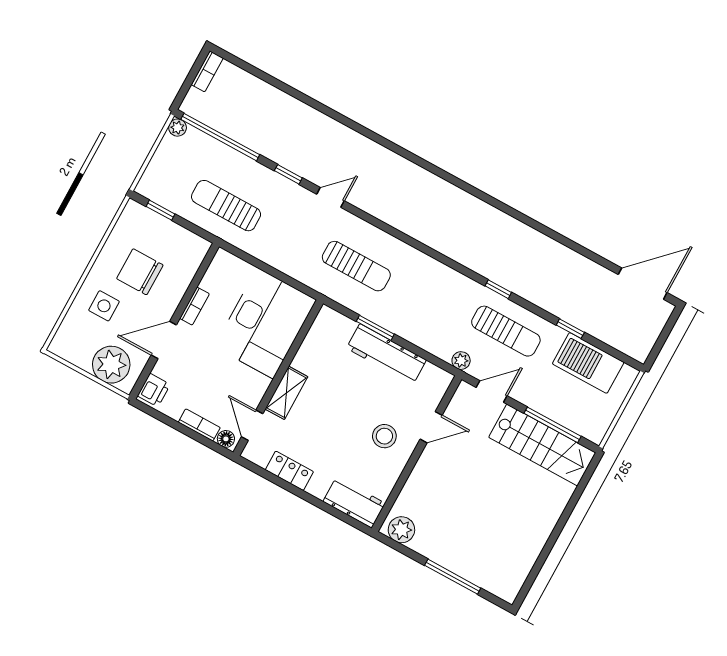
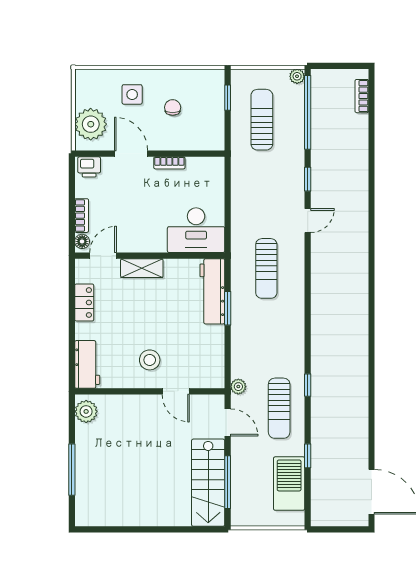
bookcase: (207, 71) -> (362, 96), moved, turned 90
door: (330, 197) -> (308, 221), hinge flipped
sun lounger: (226, 206) -> (262, 120), moved
chair: (140, 272) -> (173, 107), width x0.54, depth x0.54
desk: (265, 323) -> (196, 230), width x0.73, depth x0.77
workbench: (386, 354) -> (212, 291), moved

